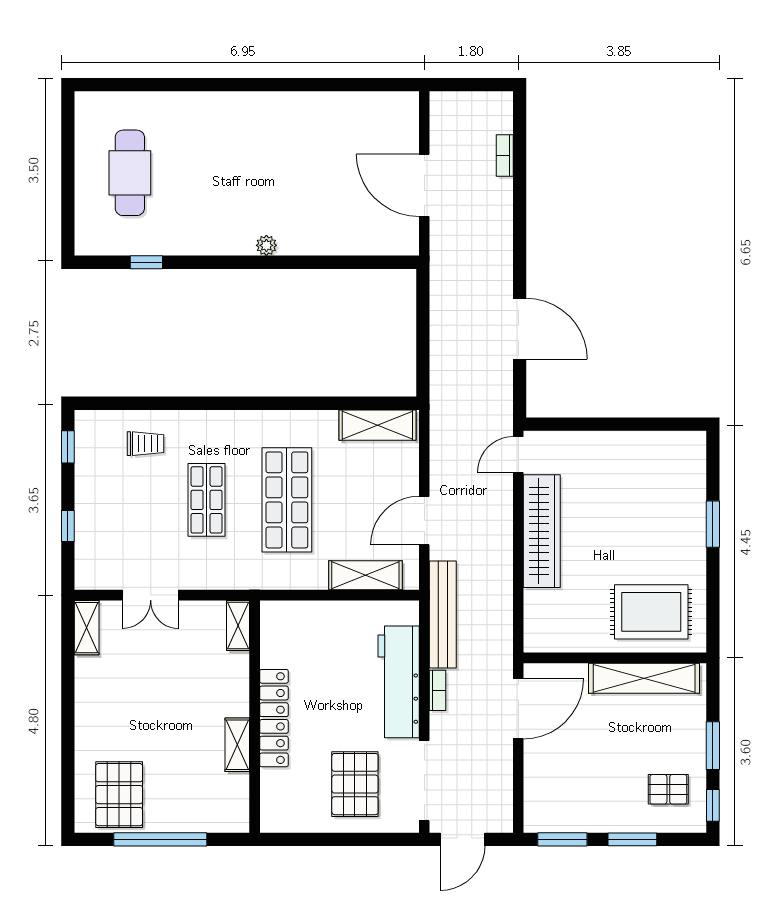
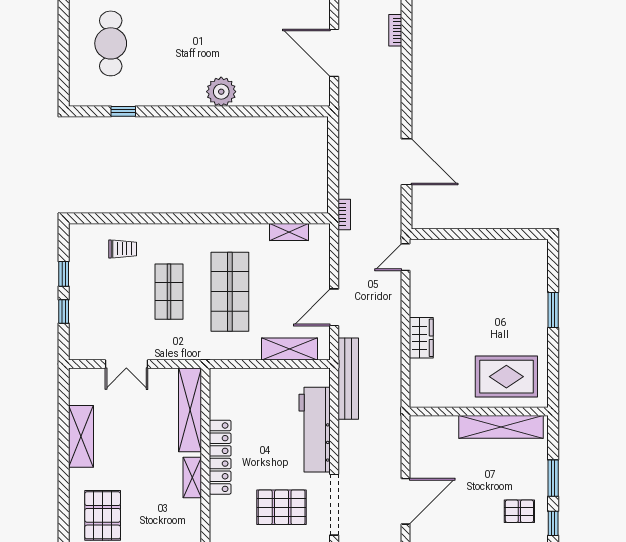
plant: (266, 245) -> (221, 92), width x1.87, depth x1.87
shelving: (377, 425) -> (289, 232), width x0.67, depth x0.75
window: (68, 447) -> (64, 274), moved
wardrobe: (542, 531) -> (421, 338), width x0.48, depth x0.85
shelving: (238, 626) -> (190, 410), width x2.20, depth x1.33
shelving: (87, 628) -> (81, 436), moved, width x1.50, depth x1.33
bookcase: (438, 690) -> (344, 214), moved
door: (518, 709) -> (405, 501), moved
pallet: (355, 784) -> (282, 507), turned 90

